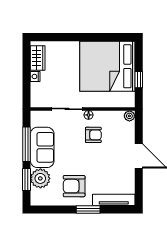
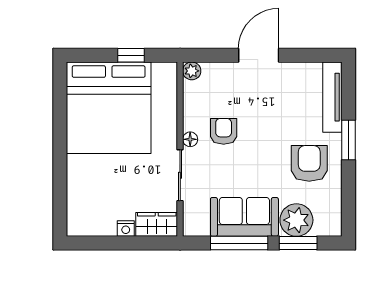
wardrobe: (38, 58) -> (157, 224), moved
armchair: (74, 186) -> (309, 163), turned 180

